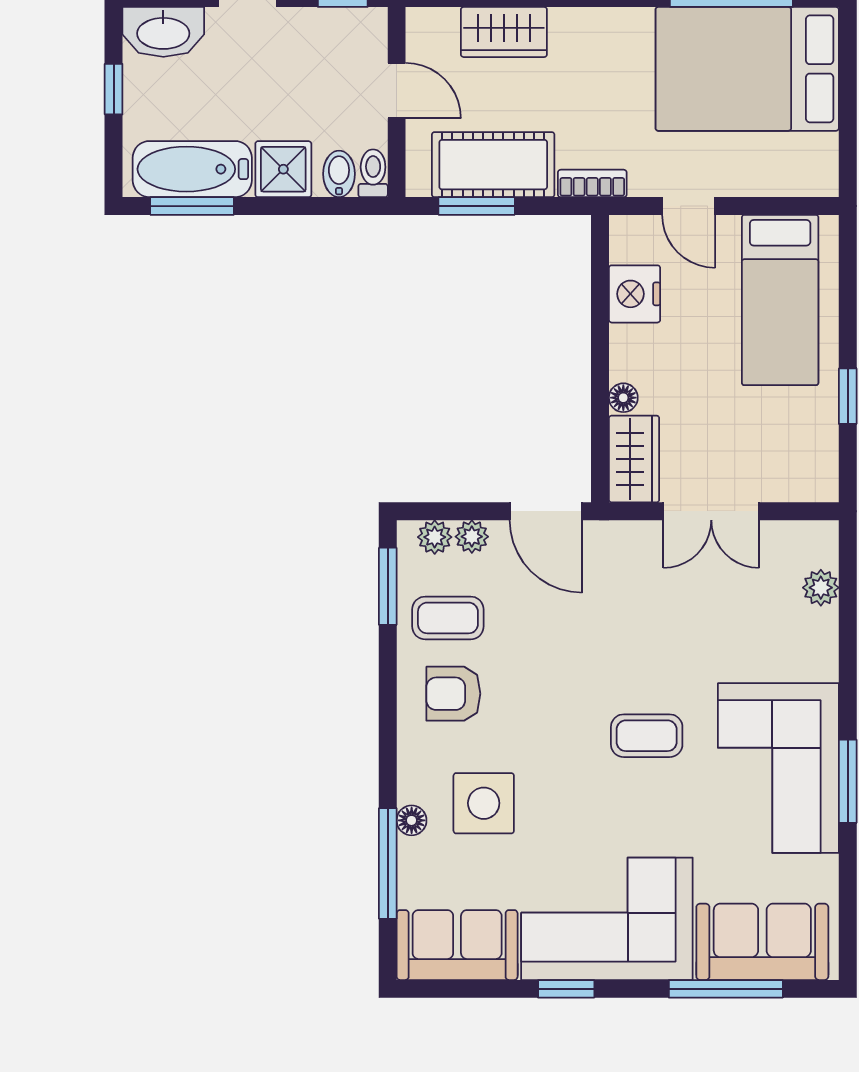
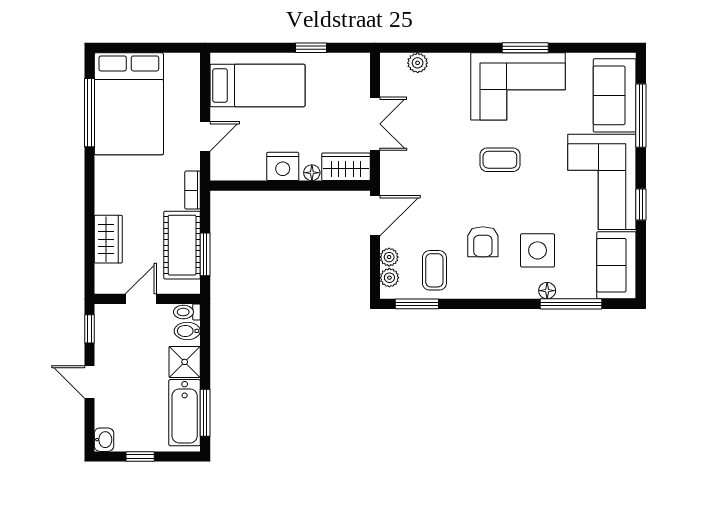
washbasin: (163, 32) -> (104, 440), width x0.52, depth x0.69
nightstand: (635, 294) -> (283, 166), moved
armchair: (453, 694) -> (483, 242), moved
coffee table: (647, 736) -> (500, 160), turned 90

